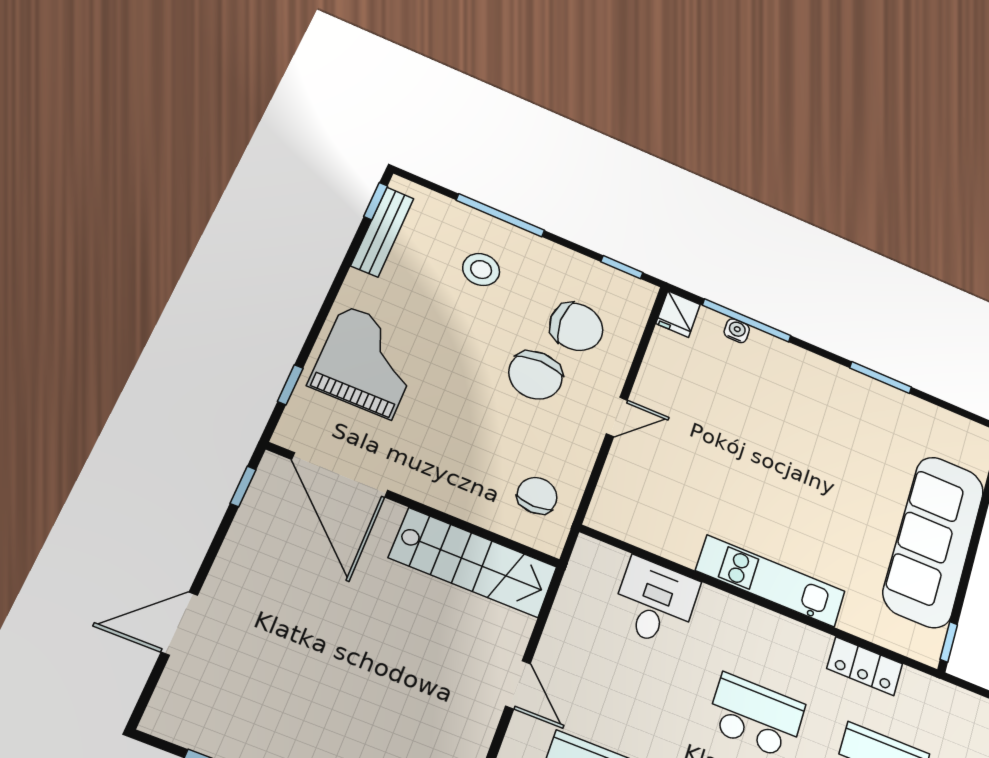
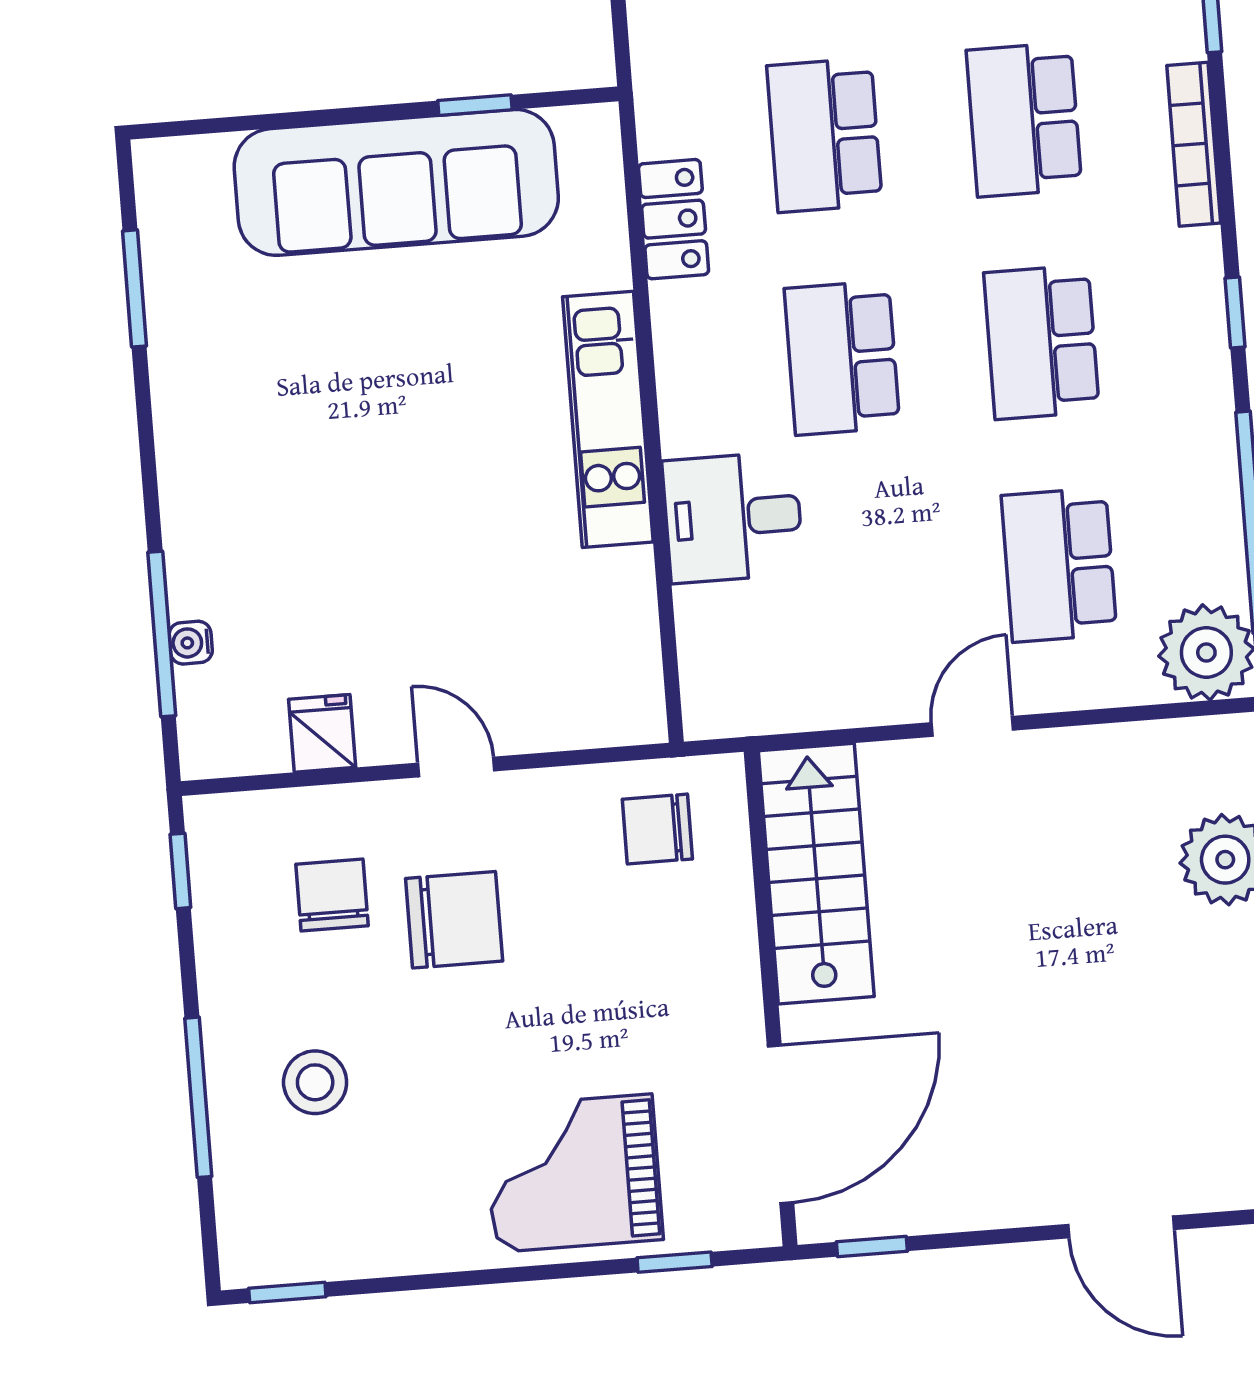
bench: (382, 232) -> (336, 1257), removed
fridge: (678, 314) -> (322, 733), moved, turned -90
chair: (576, 327) -> (332, 895), width x0.73, depth x0.73
window: (881, 378) -> (134, 288), moved
desk: (655, 602) -> (733, 517), moved
window: (949, 642) -> (475, 105), moved

